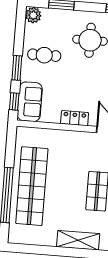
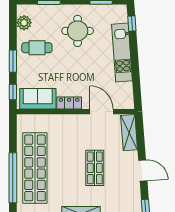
plant: (33, 15) -> (24, 23), moved
sofa: (30, 102) -> (38, 99), moved, turned -90

